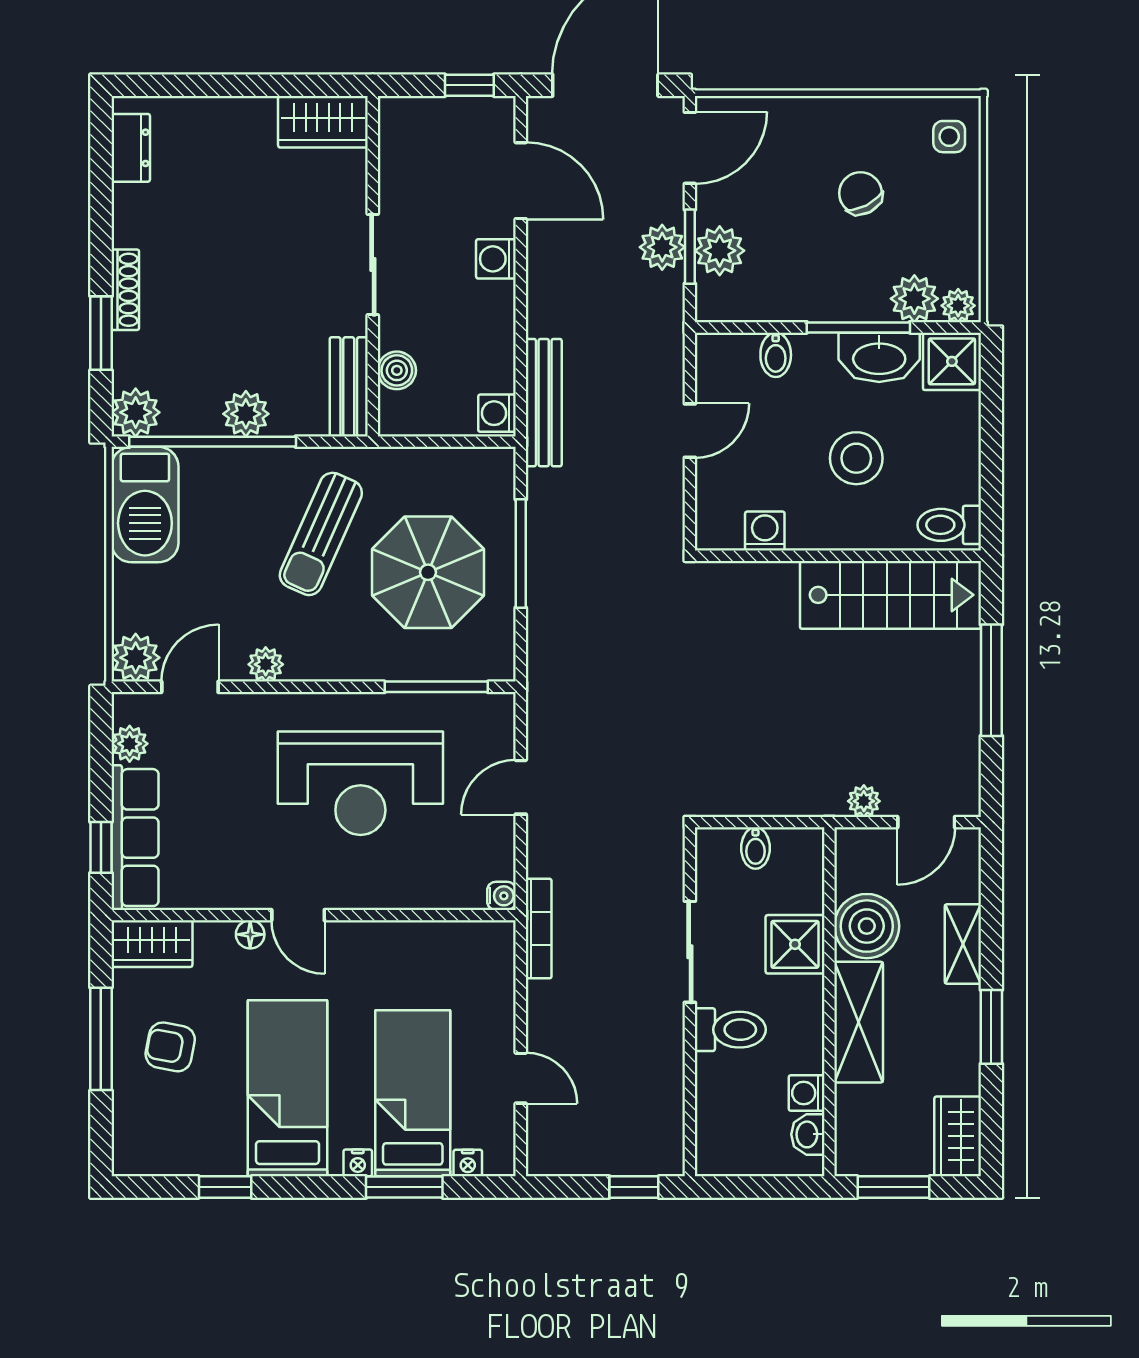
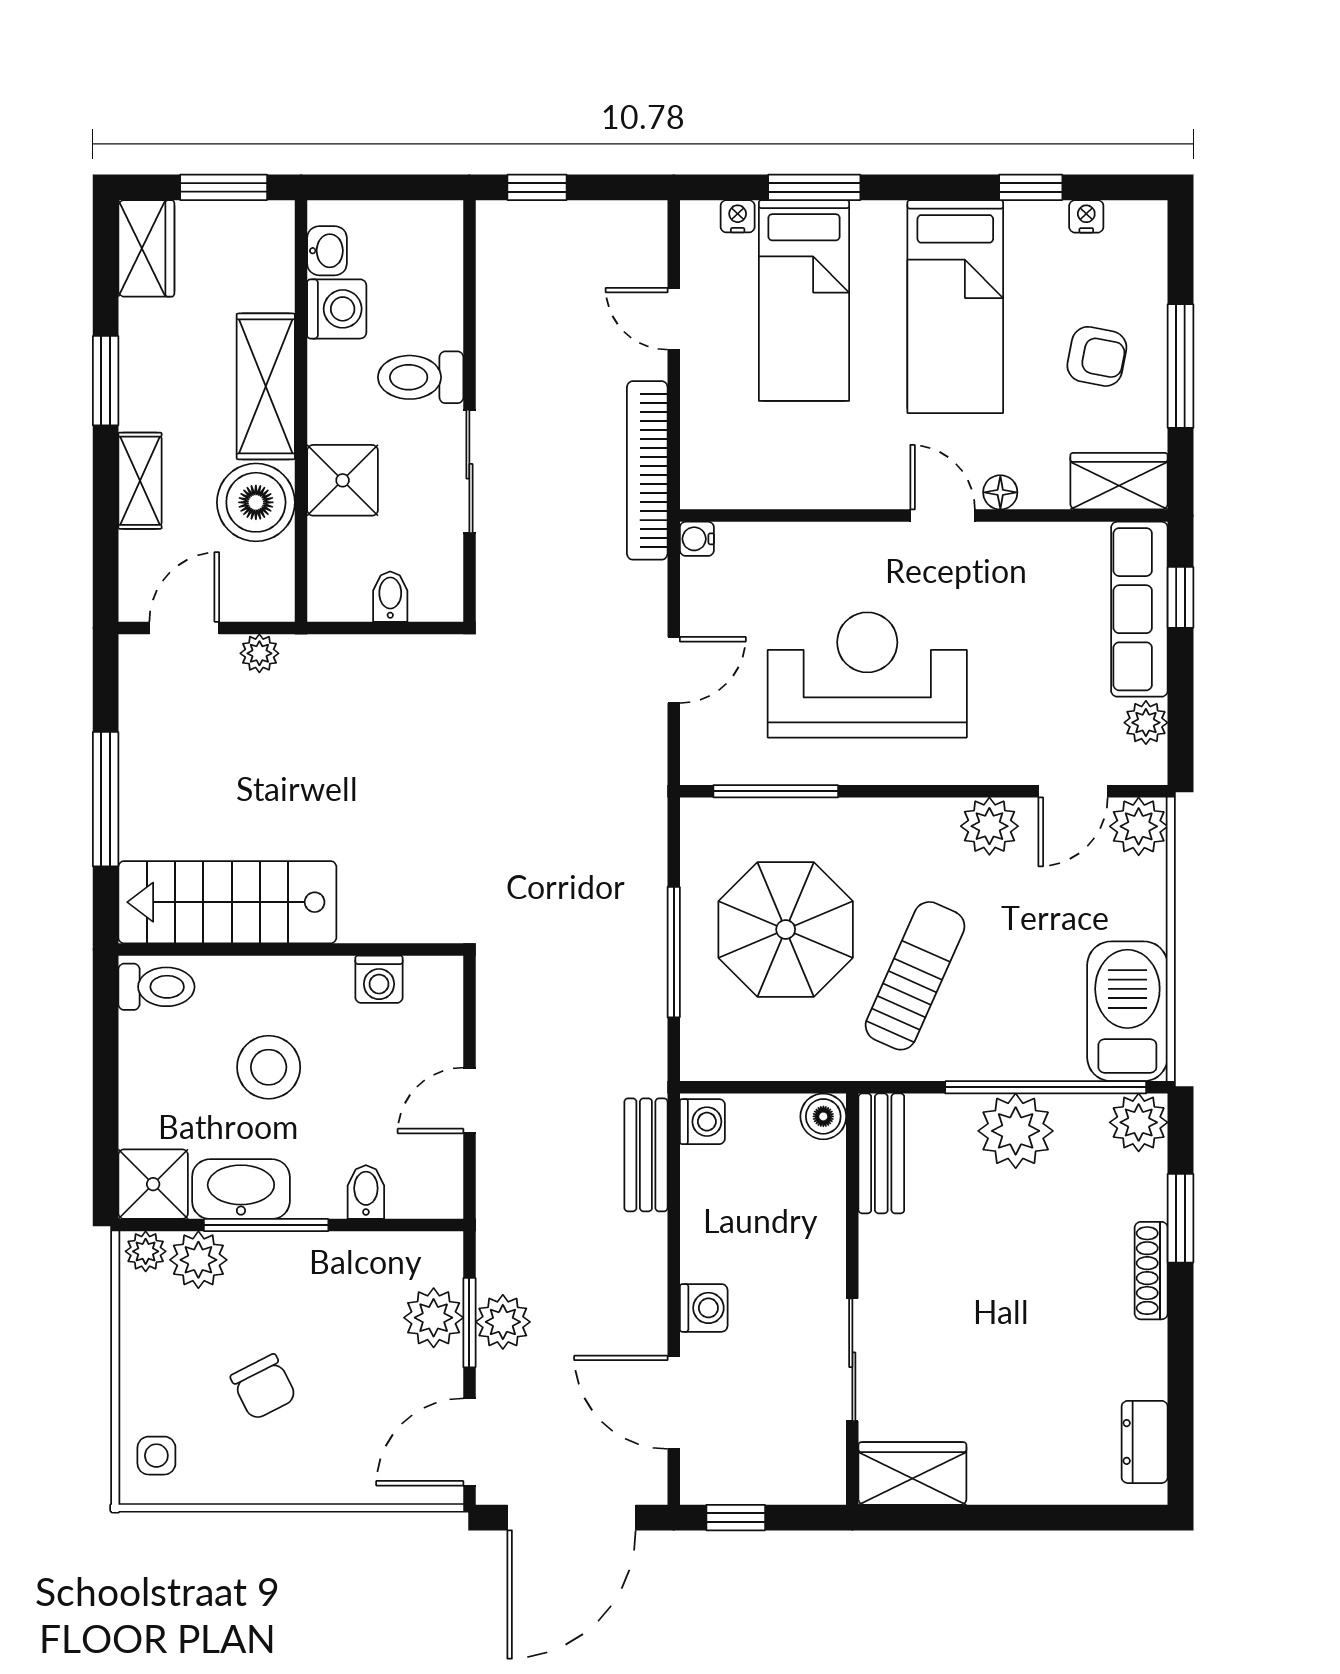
sliding door: (373, 265) -> (852, 1360), moved
boiler: (397, 370) -> (823, 1116), moved
bench: (544, 403) -> (646, 1155), width x0.73
plant: (246, 414) -> (1016, 1131), width x1.36, depth x1.36
plant: (266, 664) -> (989, 826), width x1.38, depth x1.38
bookcase: (539, 929) -> (647, 470), width x1.48, depth x1.31
washing machine: (807, 1093) -> (337, 309), width x1.38, depth x1.38
nightstand: (358, 1163) -> (1086, 216), moved

